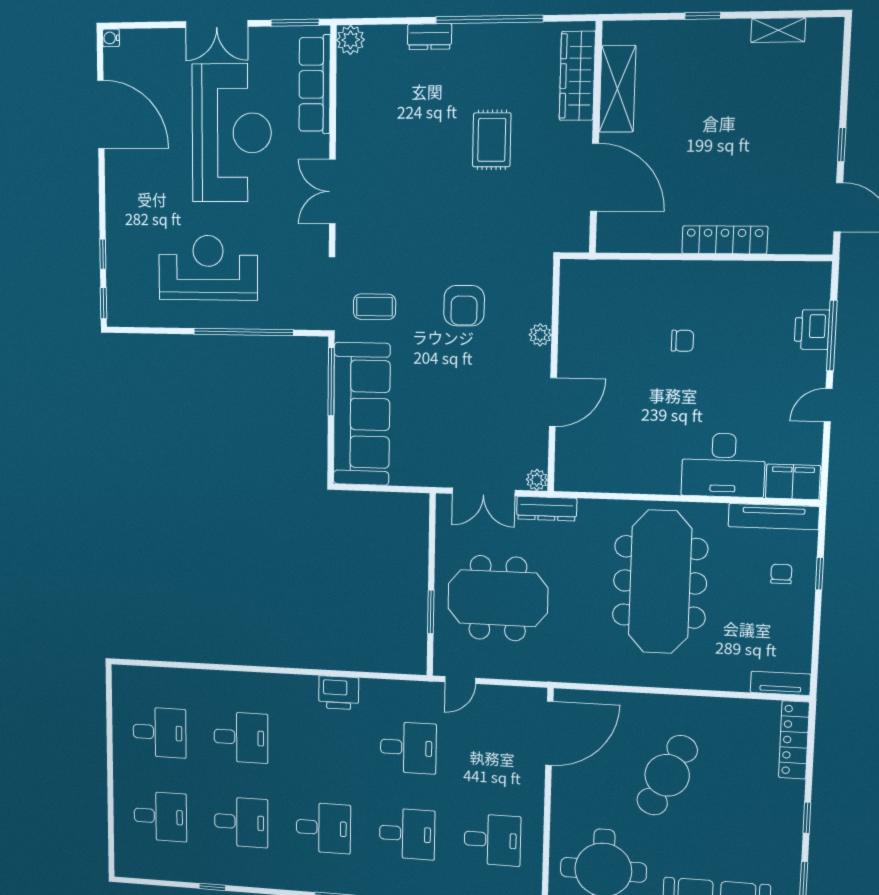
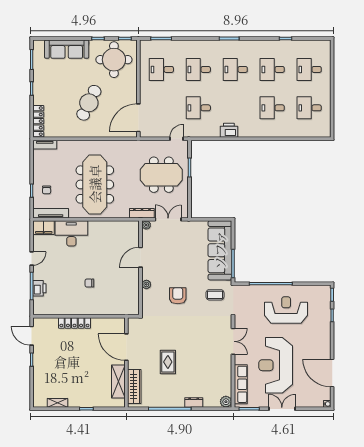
reception desk: (208, 268) -> (286, 310), turned 180

